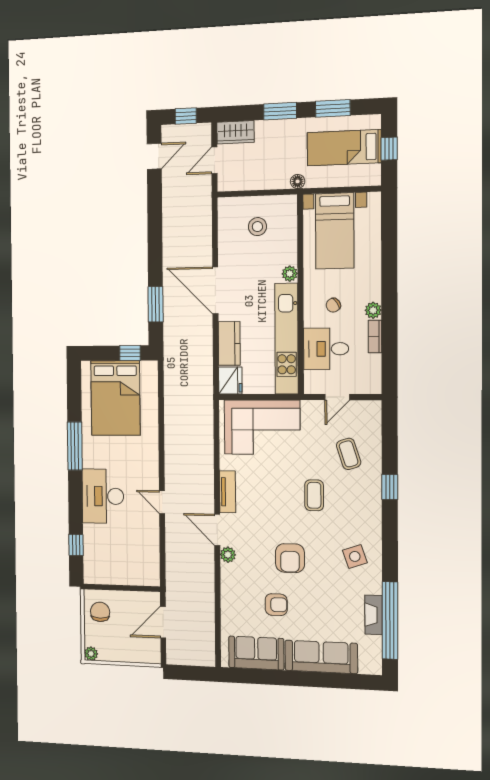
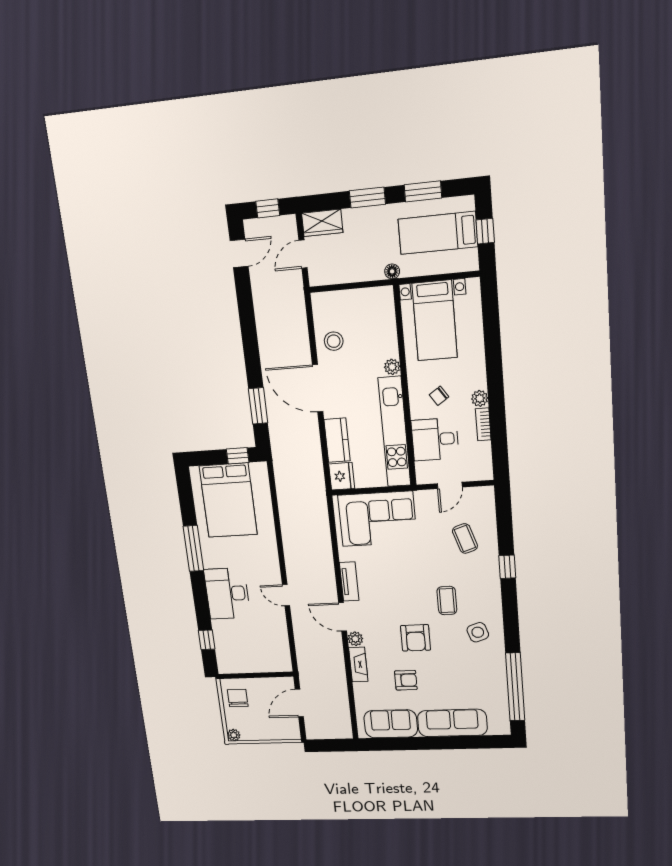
stool: (257, 227) -> (334, 341), moved
coffee table: (314, 495) -> (447, 601), moved
fireplace: (374, 615) -> (358, 665), moved, turned 180

